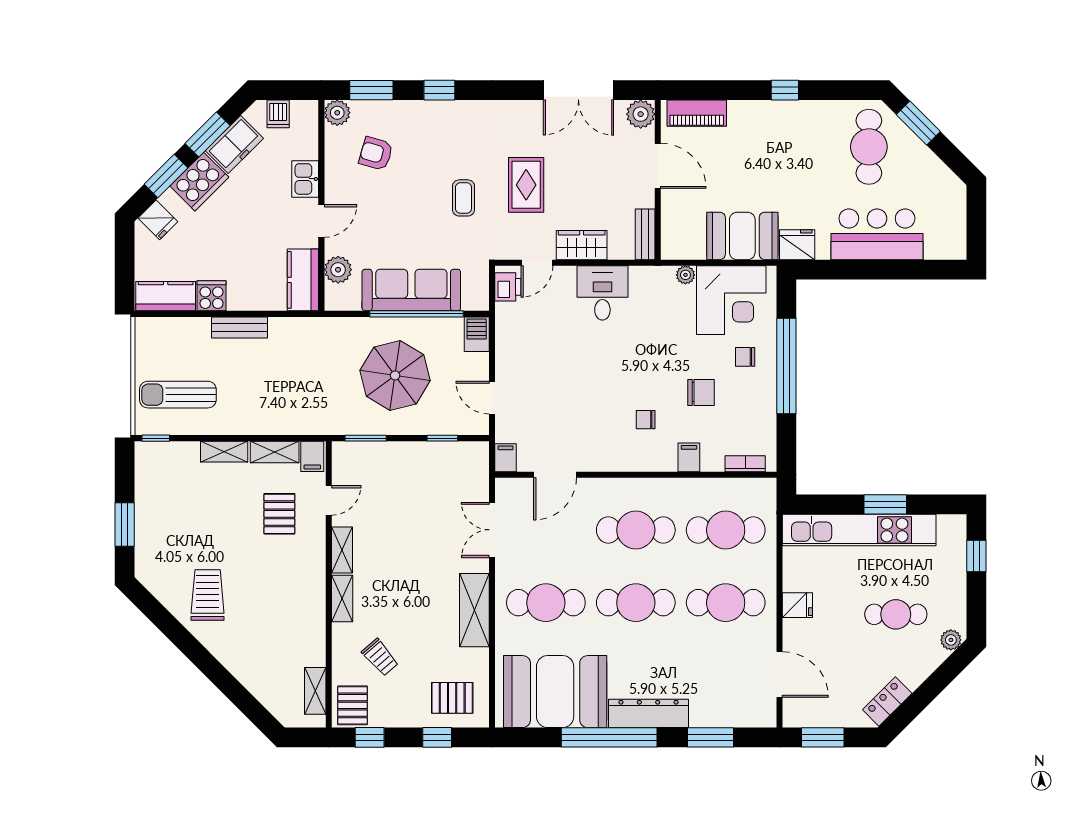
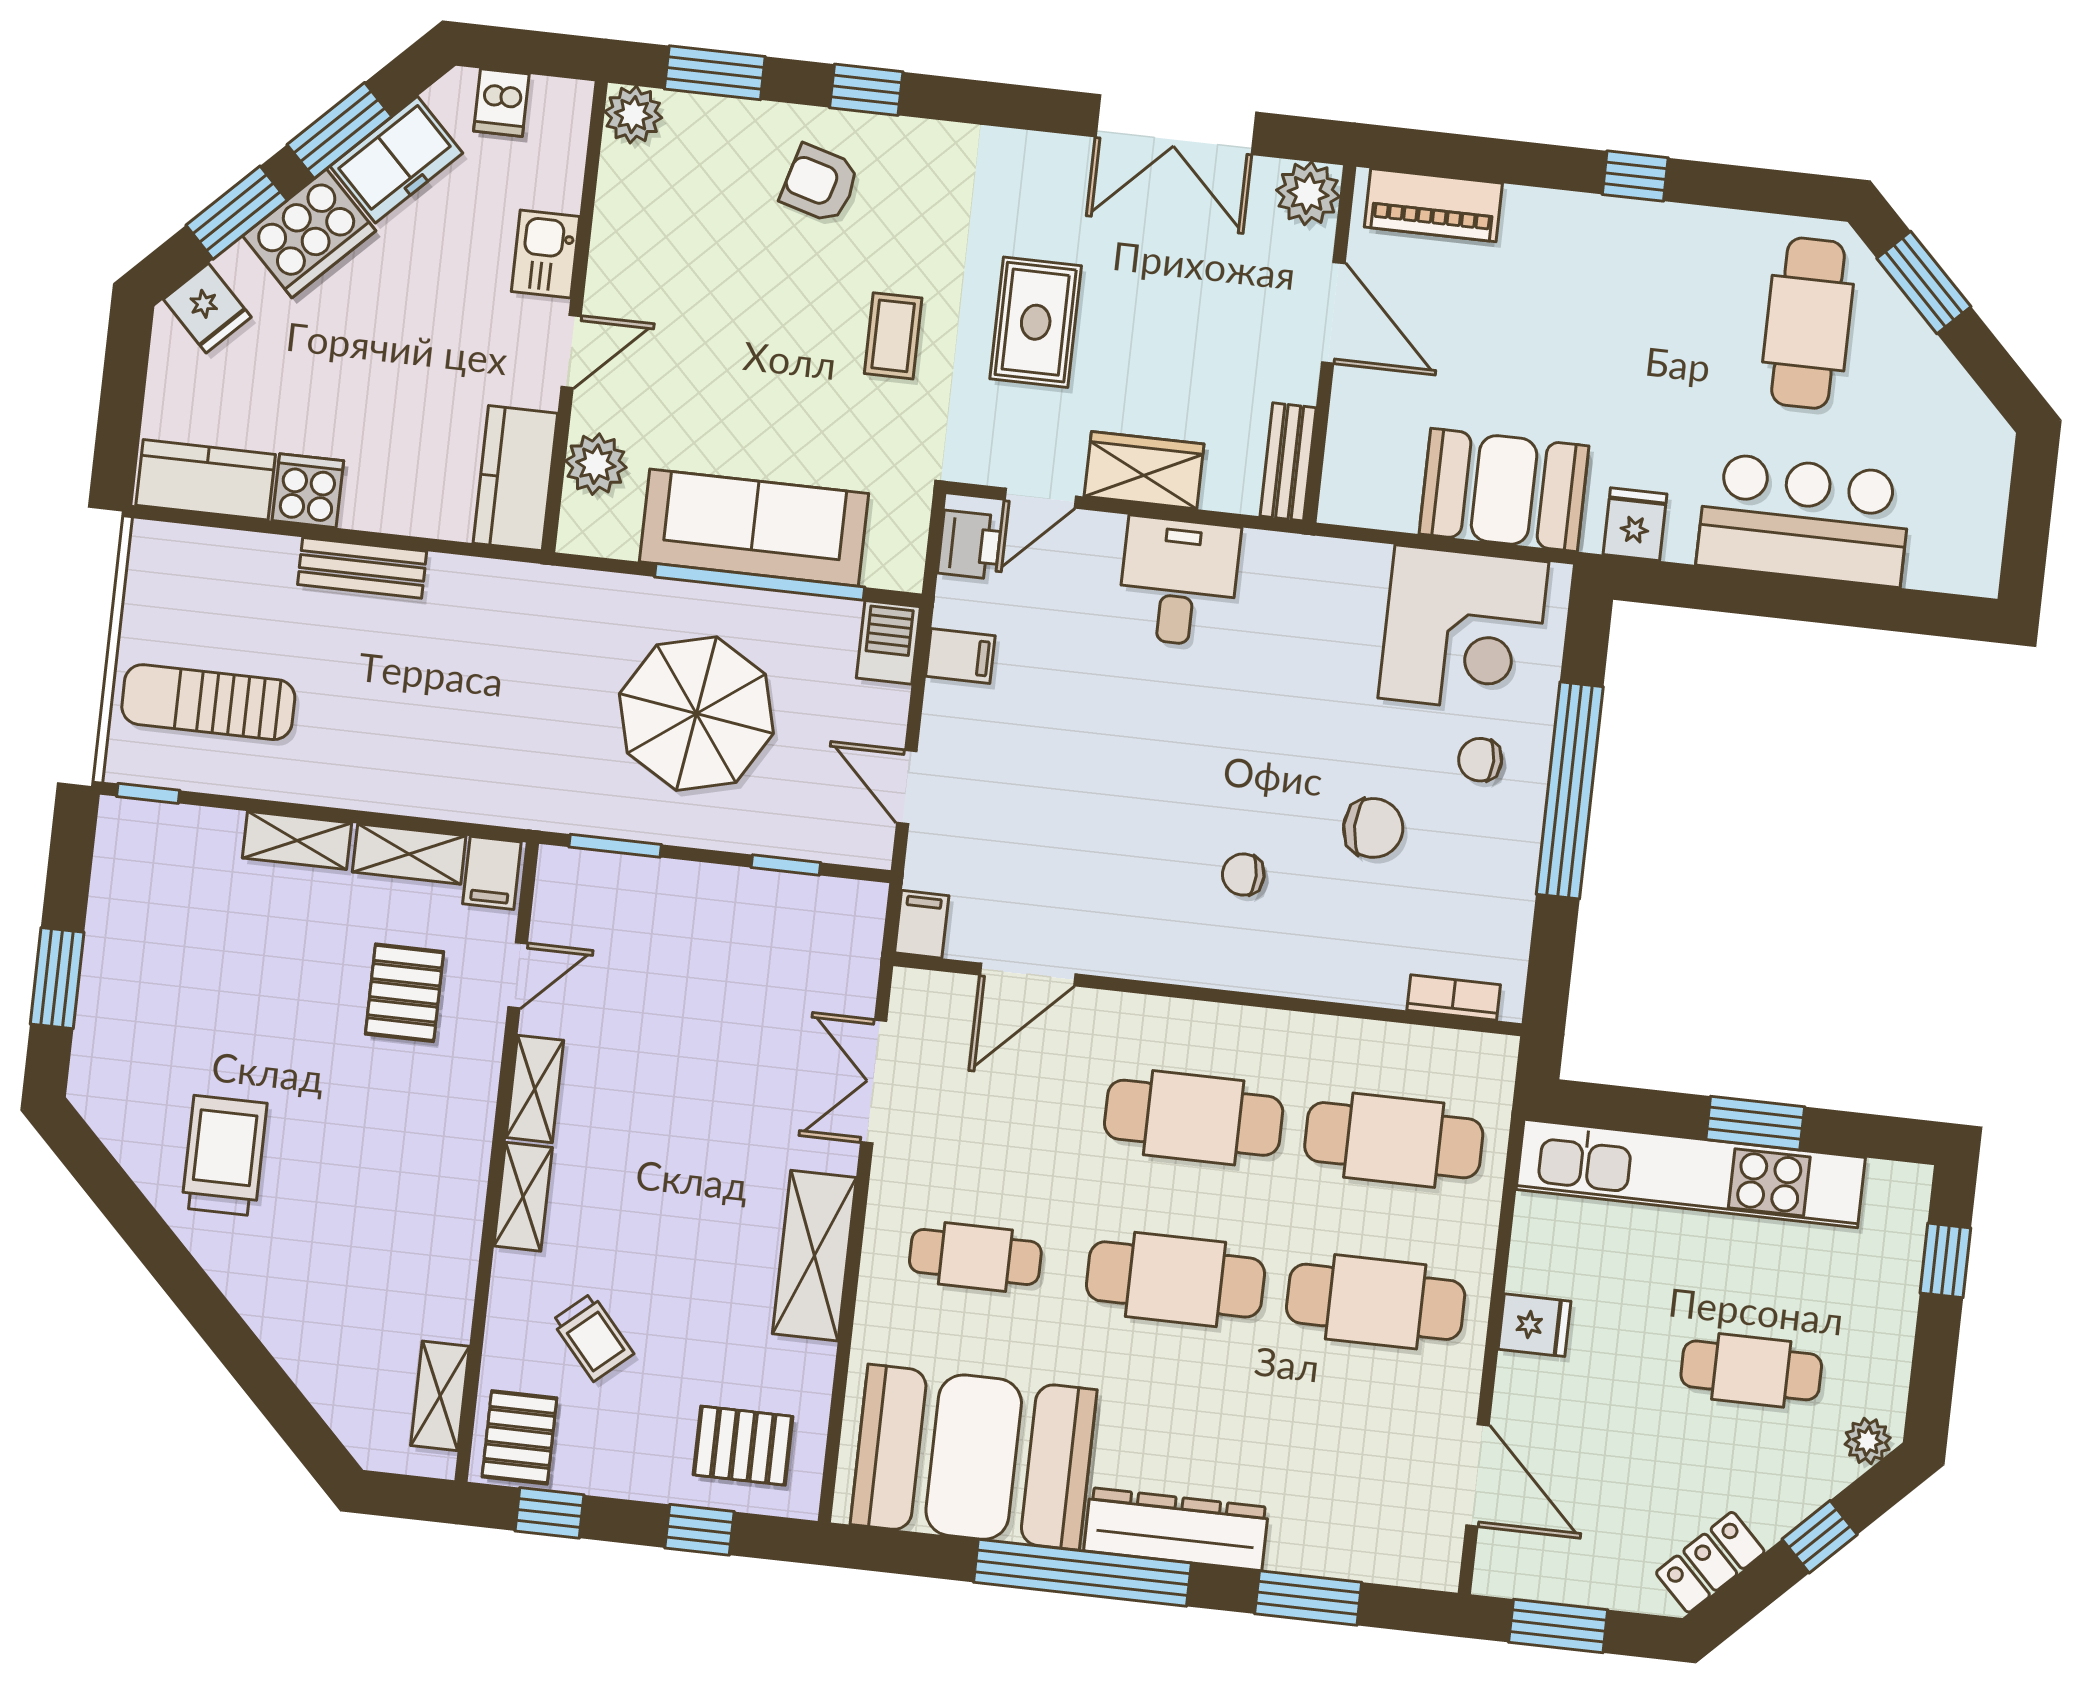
armchair: (376, 153) -> (820, 184), moved
fridge: (797, 245) -> (1635, 524), width x0.72
plant: (685, 275) -> (1368, 562), removed
filing cabinet: (689, 457) -> (960, 656), moved, turned 90
cafe table: (546, 603) -> (975, 1257), width x0.73, depth x0.74
window: (934, 685) -> (1820, 1537), added

